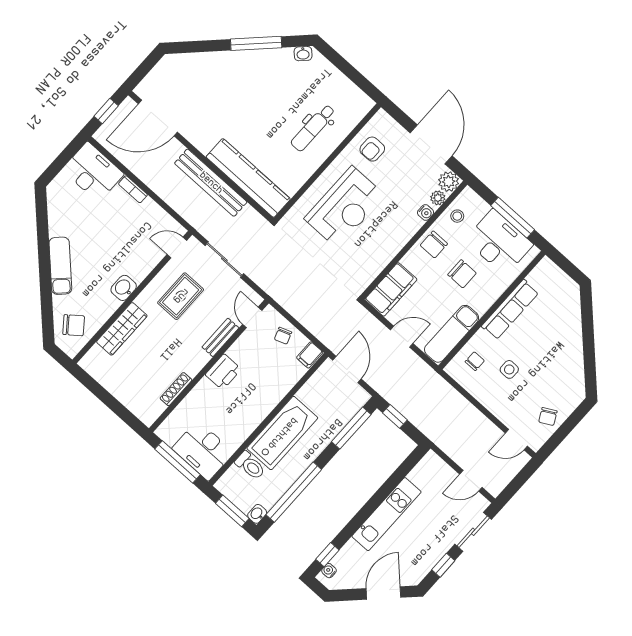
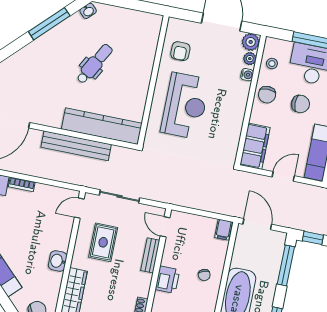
dental chair: (313, 128) -> (95, 64), moved, turned -151
chair: (283, 336) -> (204, 275), moved

